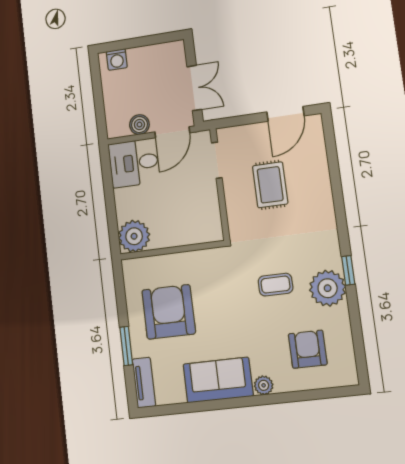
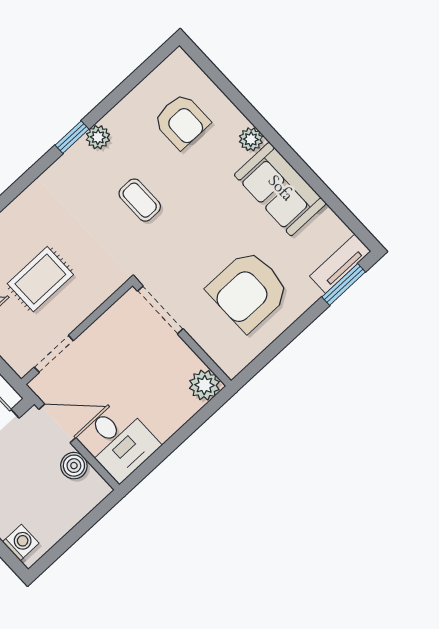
plant: (134, 236) -> (204, 385), width x0.73, depth x0.73
doorway: (196, 247) -> (160, 310), added
plant: (328, 288) -> (98, 137), width x0.53, depth x0.53
window: (126, 346) -> (344, 284), moved
armchair: (308, 349) -> (182, 121), turned -90

